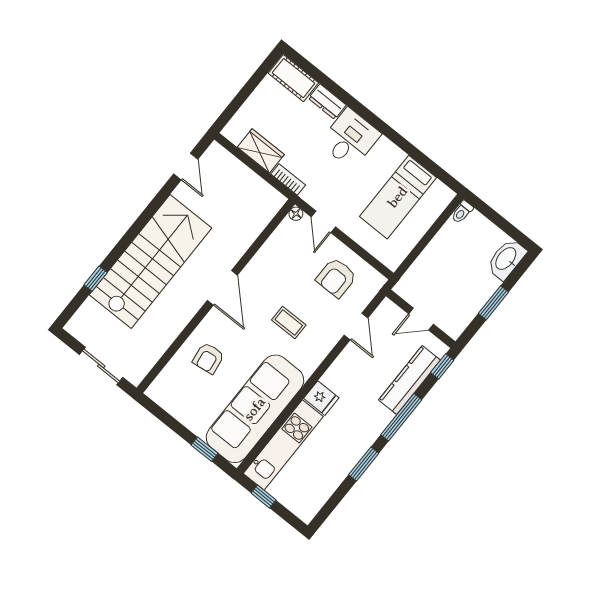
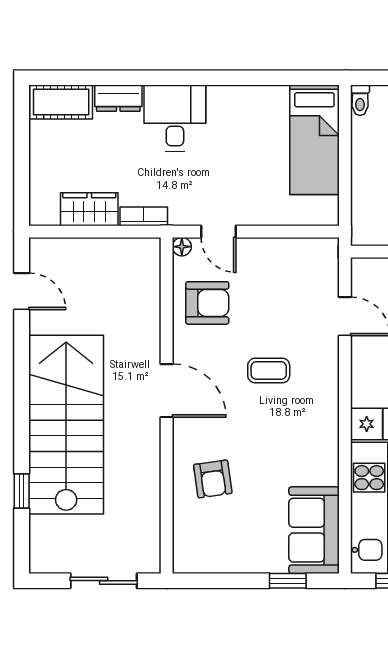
bed: (398, 197) -> (314, 140), moved
armchair: (336, 278) -> (207, 303), moved, turned -90
sofa: (255, 409) -> (314, 530), width x0.54, depth x0.79

